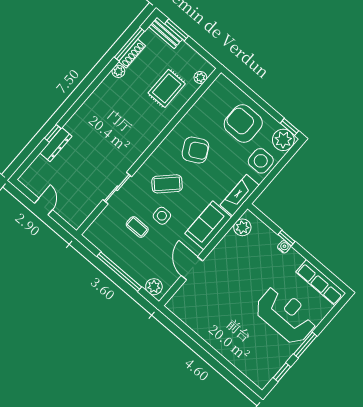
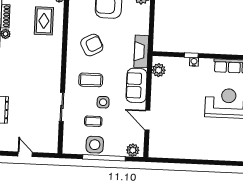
side table: (261, 161) -> (95, 145), moved
coffee table: (167, 184) -> (91, 80), turned 45

